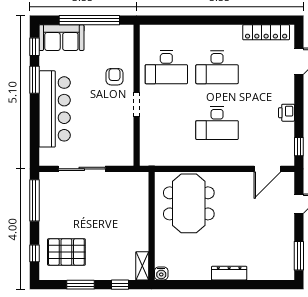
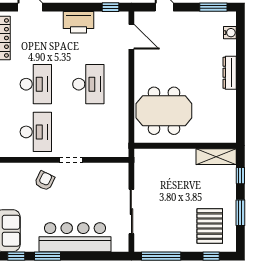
armchair: (114, 77) -> (45, 181), turned 116
printer: (287, 113) -> (79, 22), width x1.87, depth x1.48
shelving: (142, 266) -> (216, 157), width x1.50, depth x1.33
water cooler: (161, 273) -> (230, 33), moved

